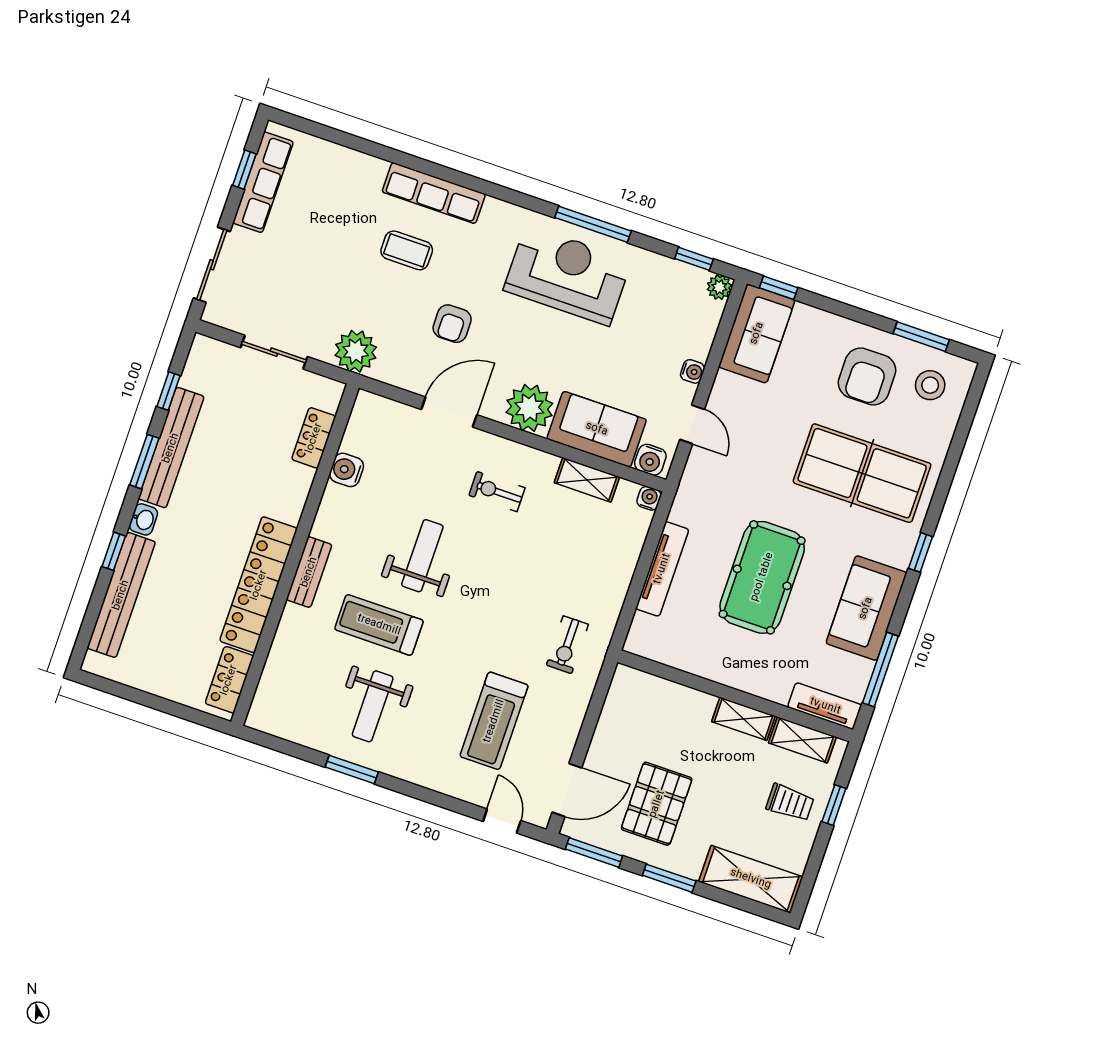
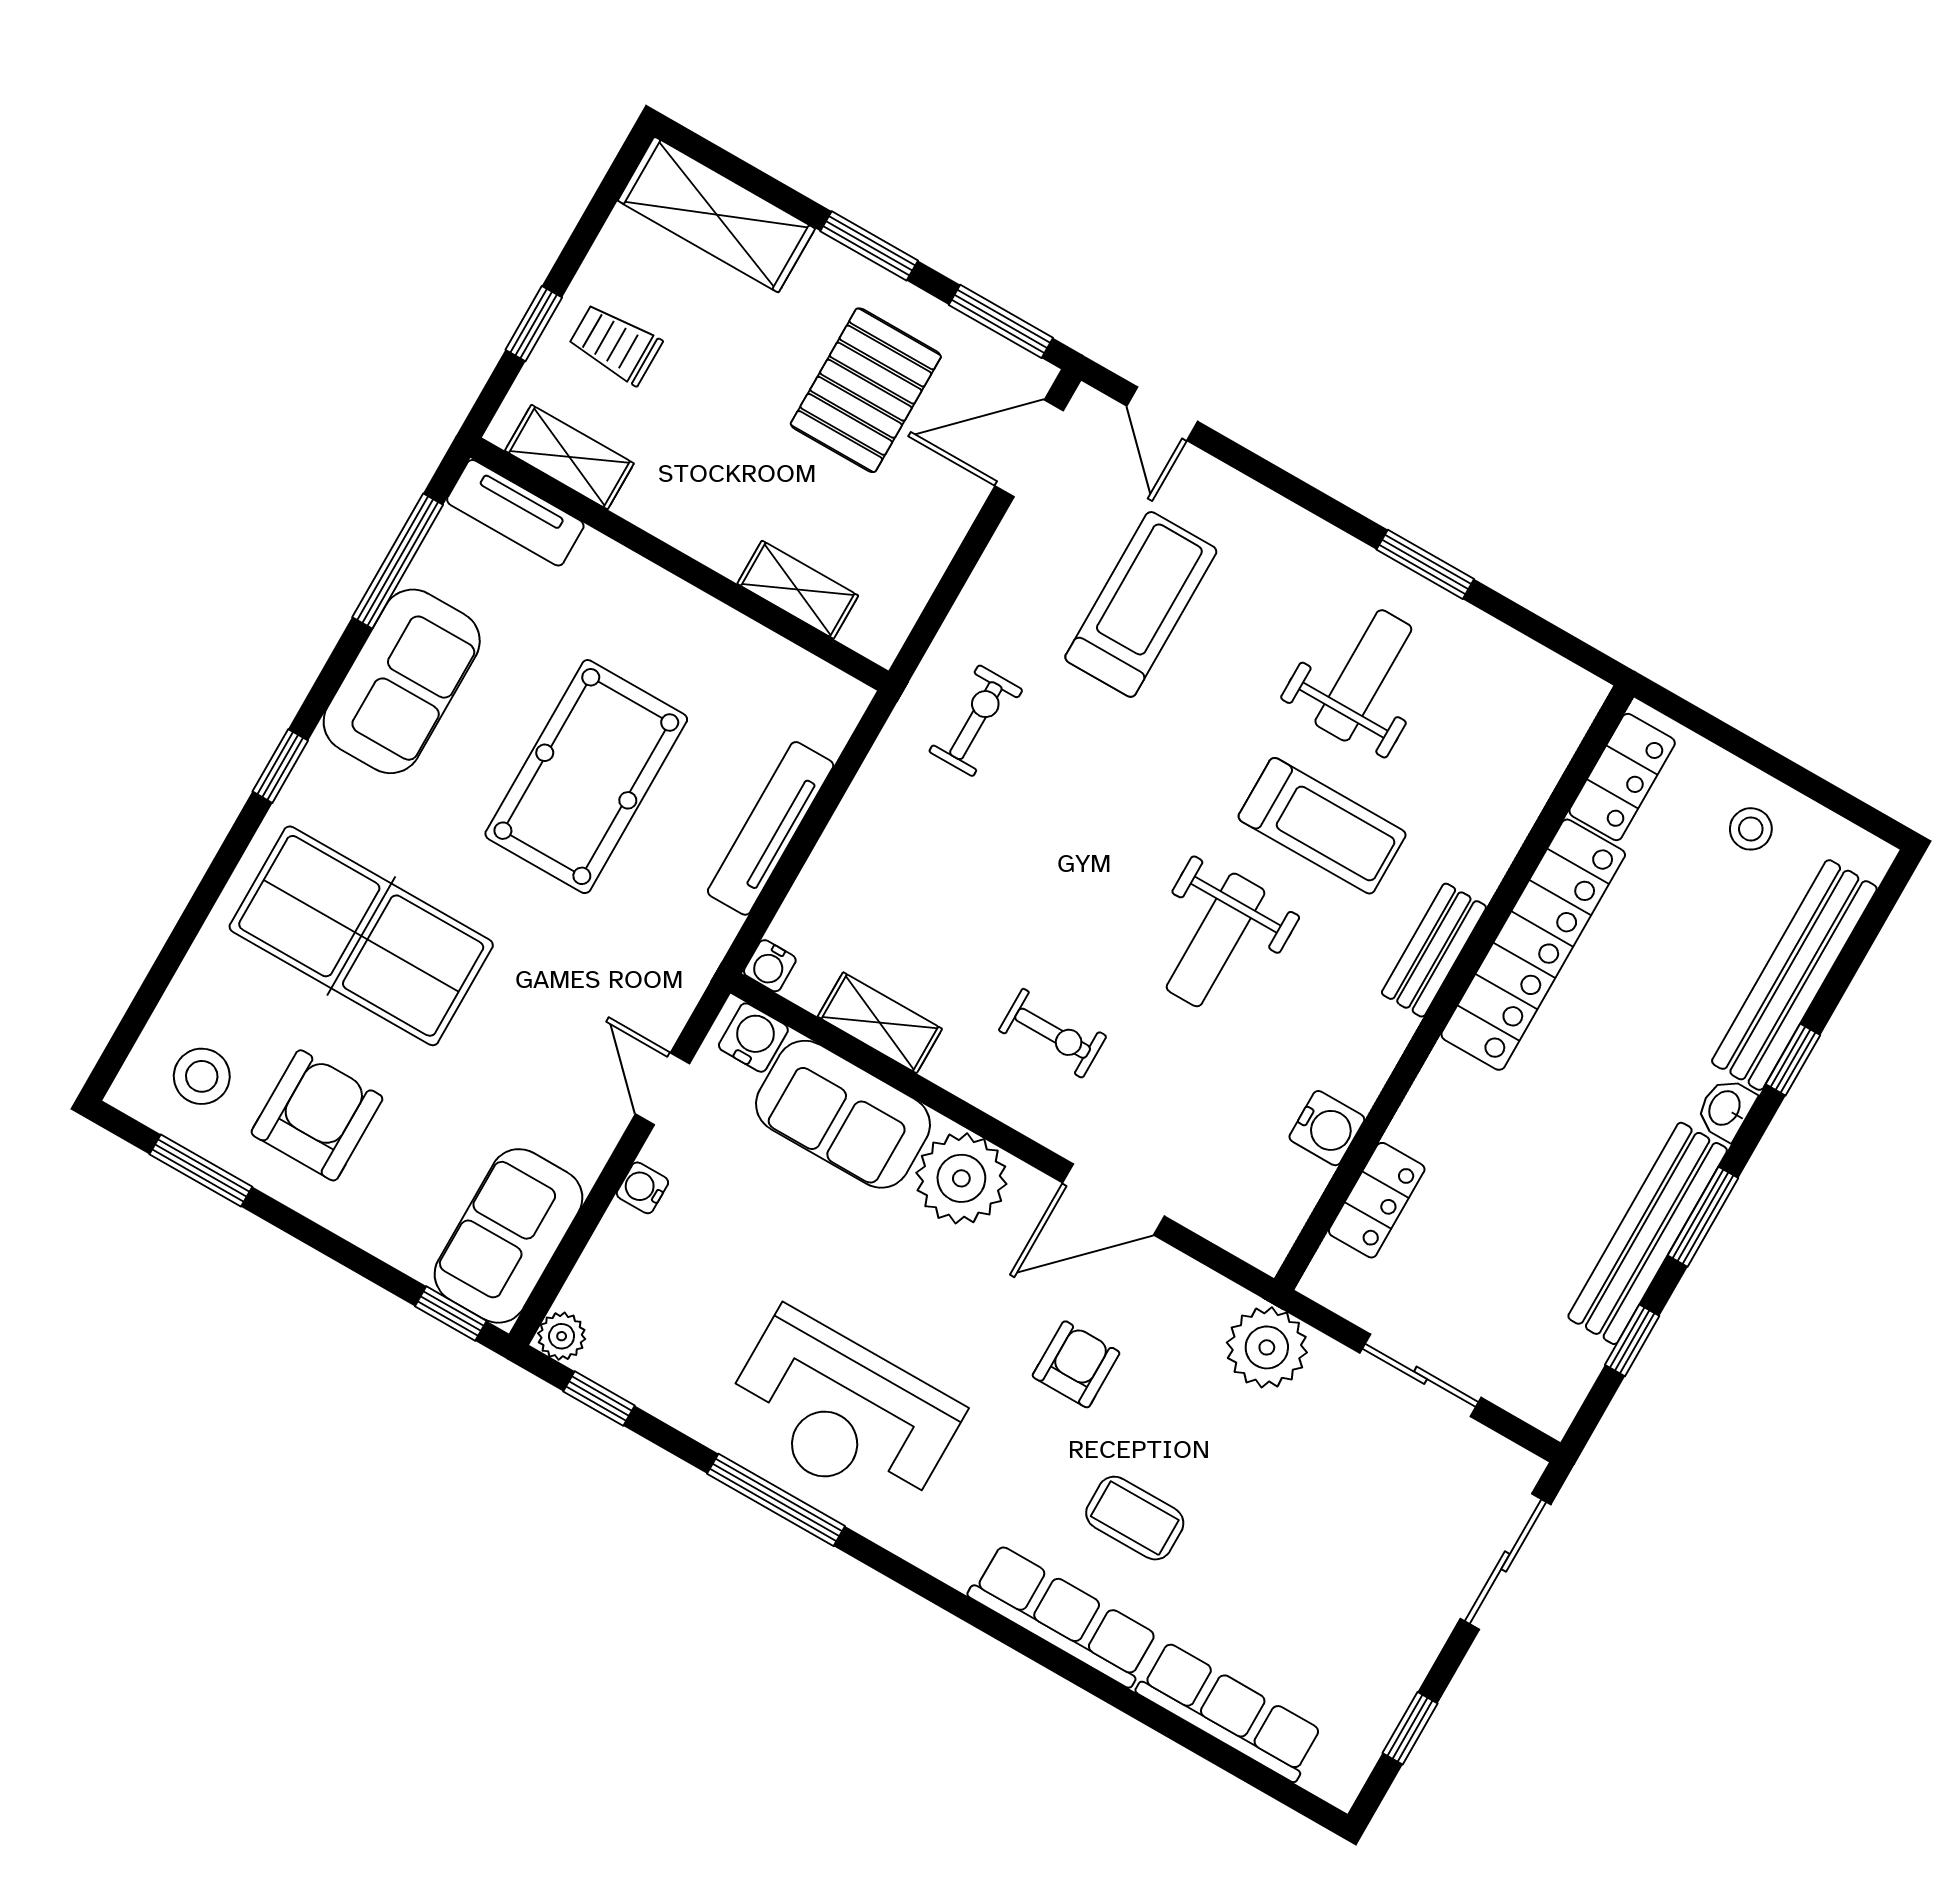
row of seats: (263, 182) -> (1229, 1712), moved, turned 90
stool: (158, 666) -> (1751, 829), added
shelving: (743, 719) -> (798, 590), moved

